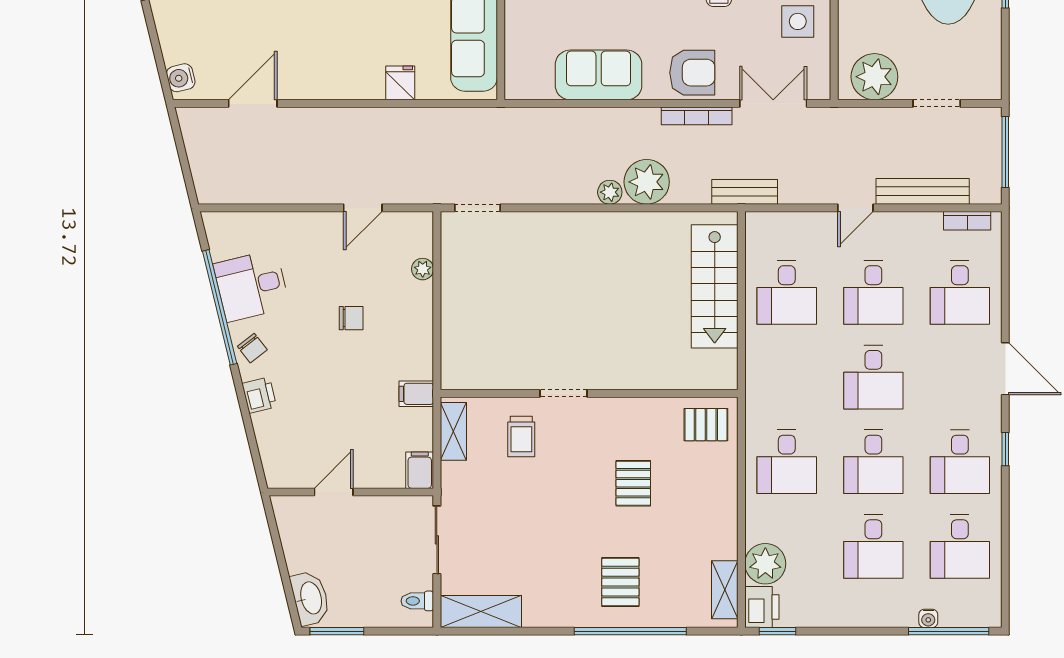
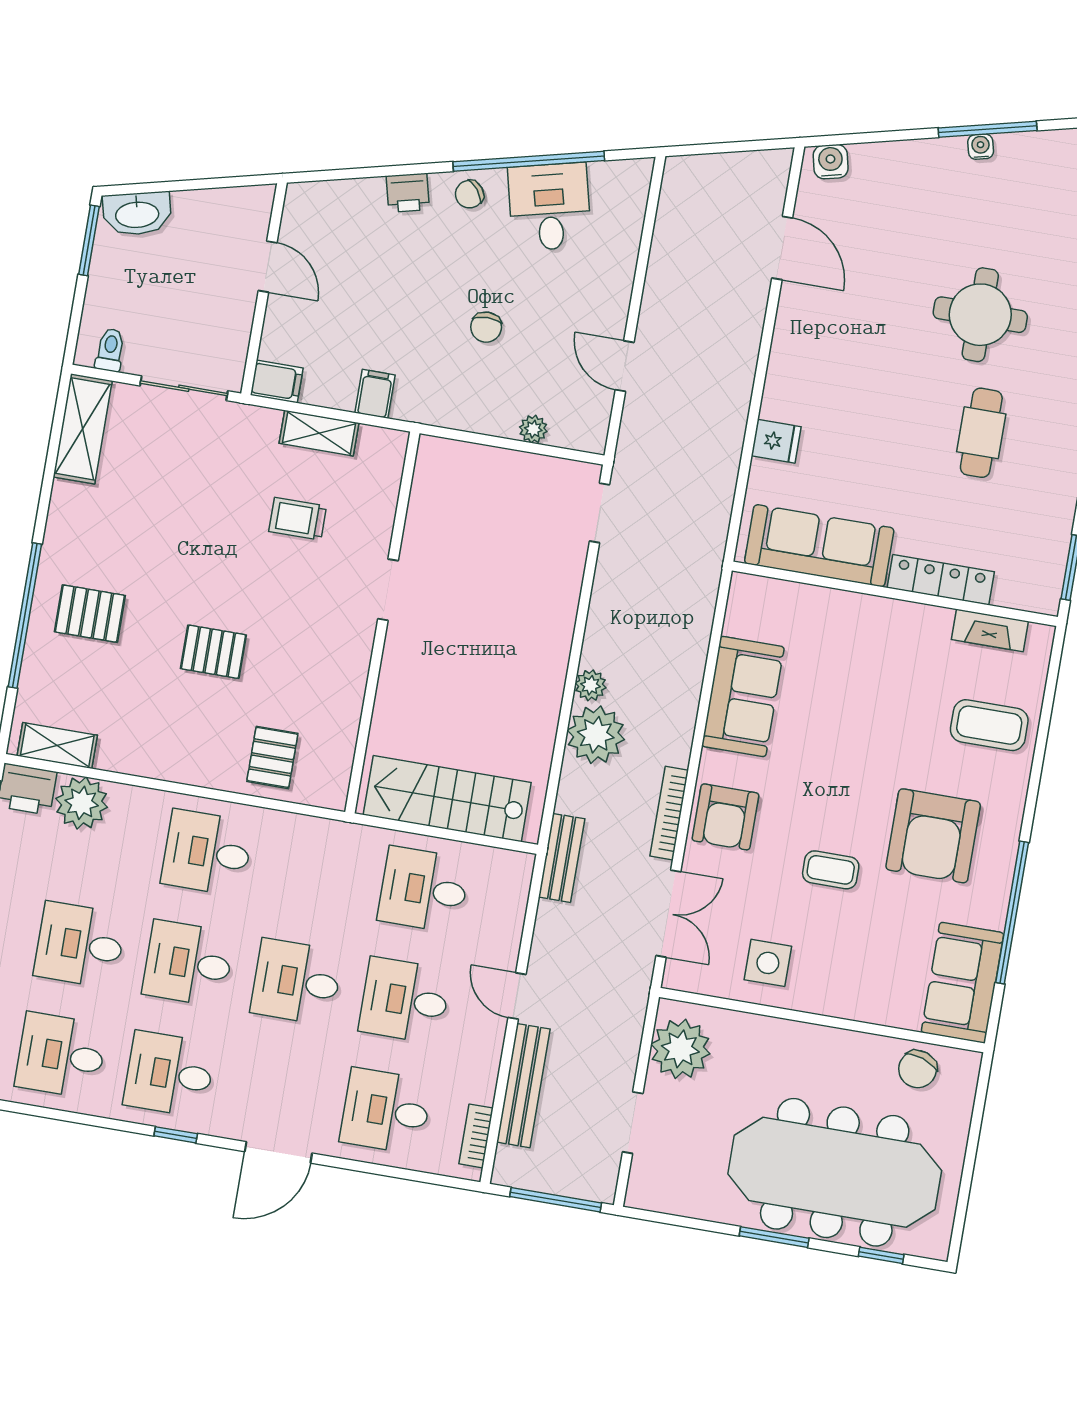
doorway: (564, 393) -> (388, 590), moved
wall: (589, 393) -> (382, 623), moved

